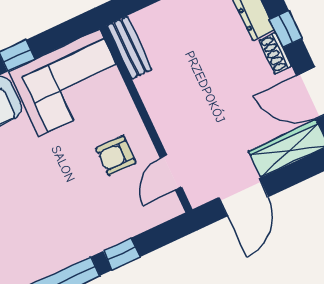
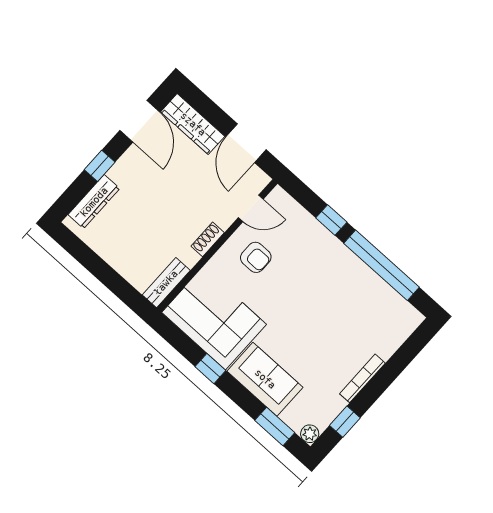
shoe rack: (275, 53) -> (208, 239), moved, turned 180
door: (243, 197) -> (246, 143), swing flipped

